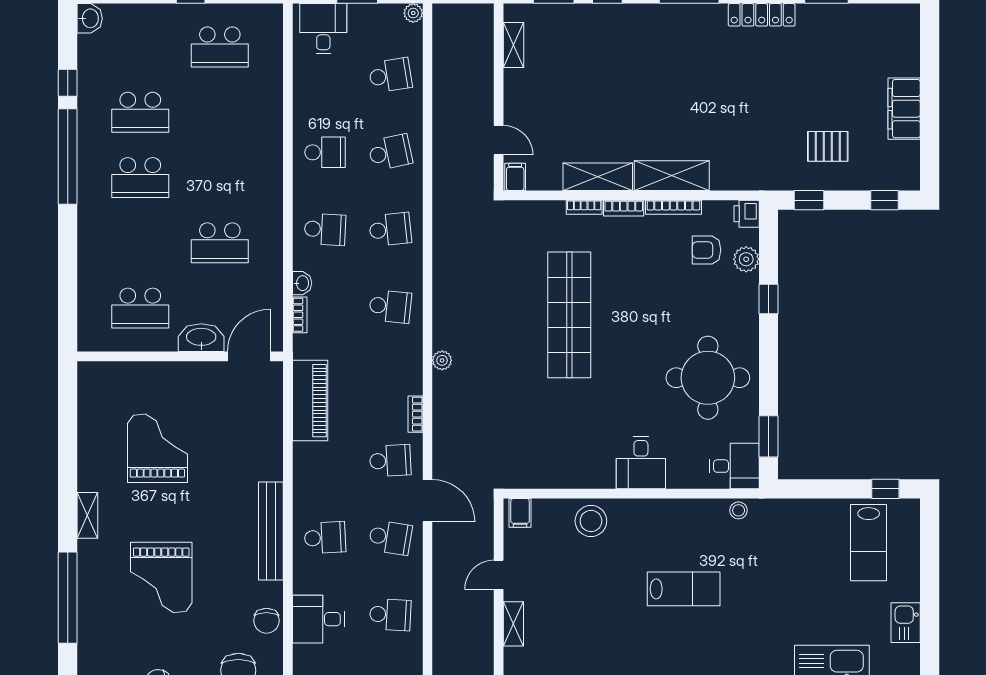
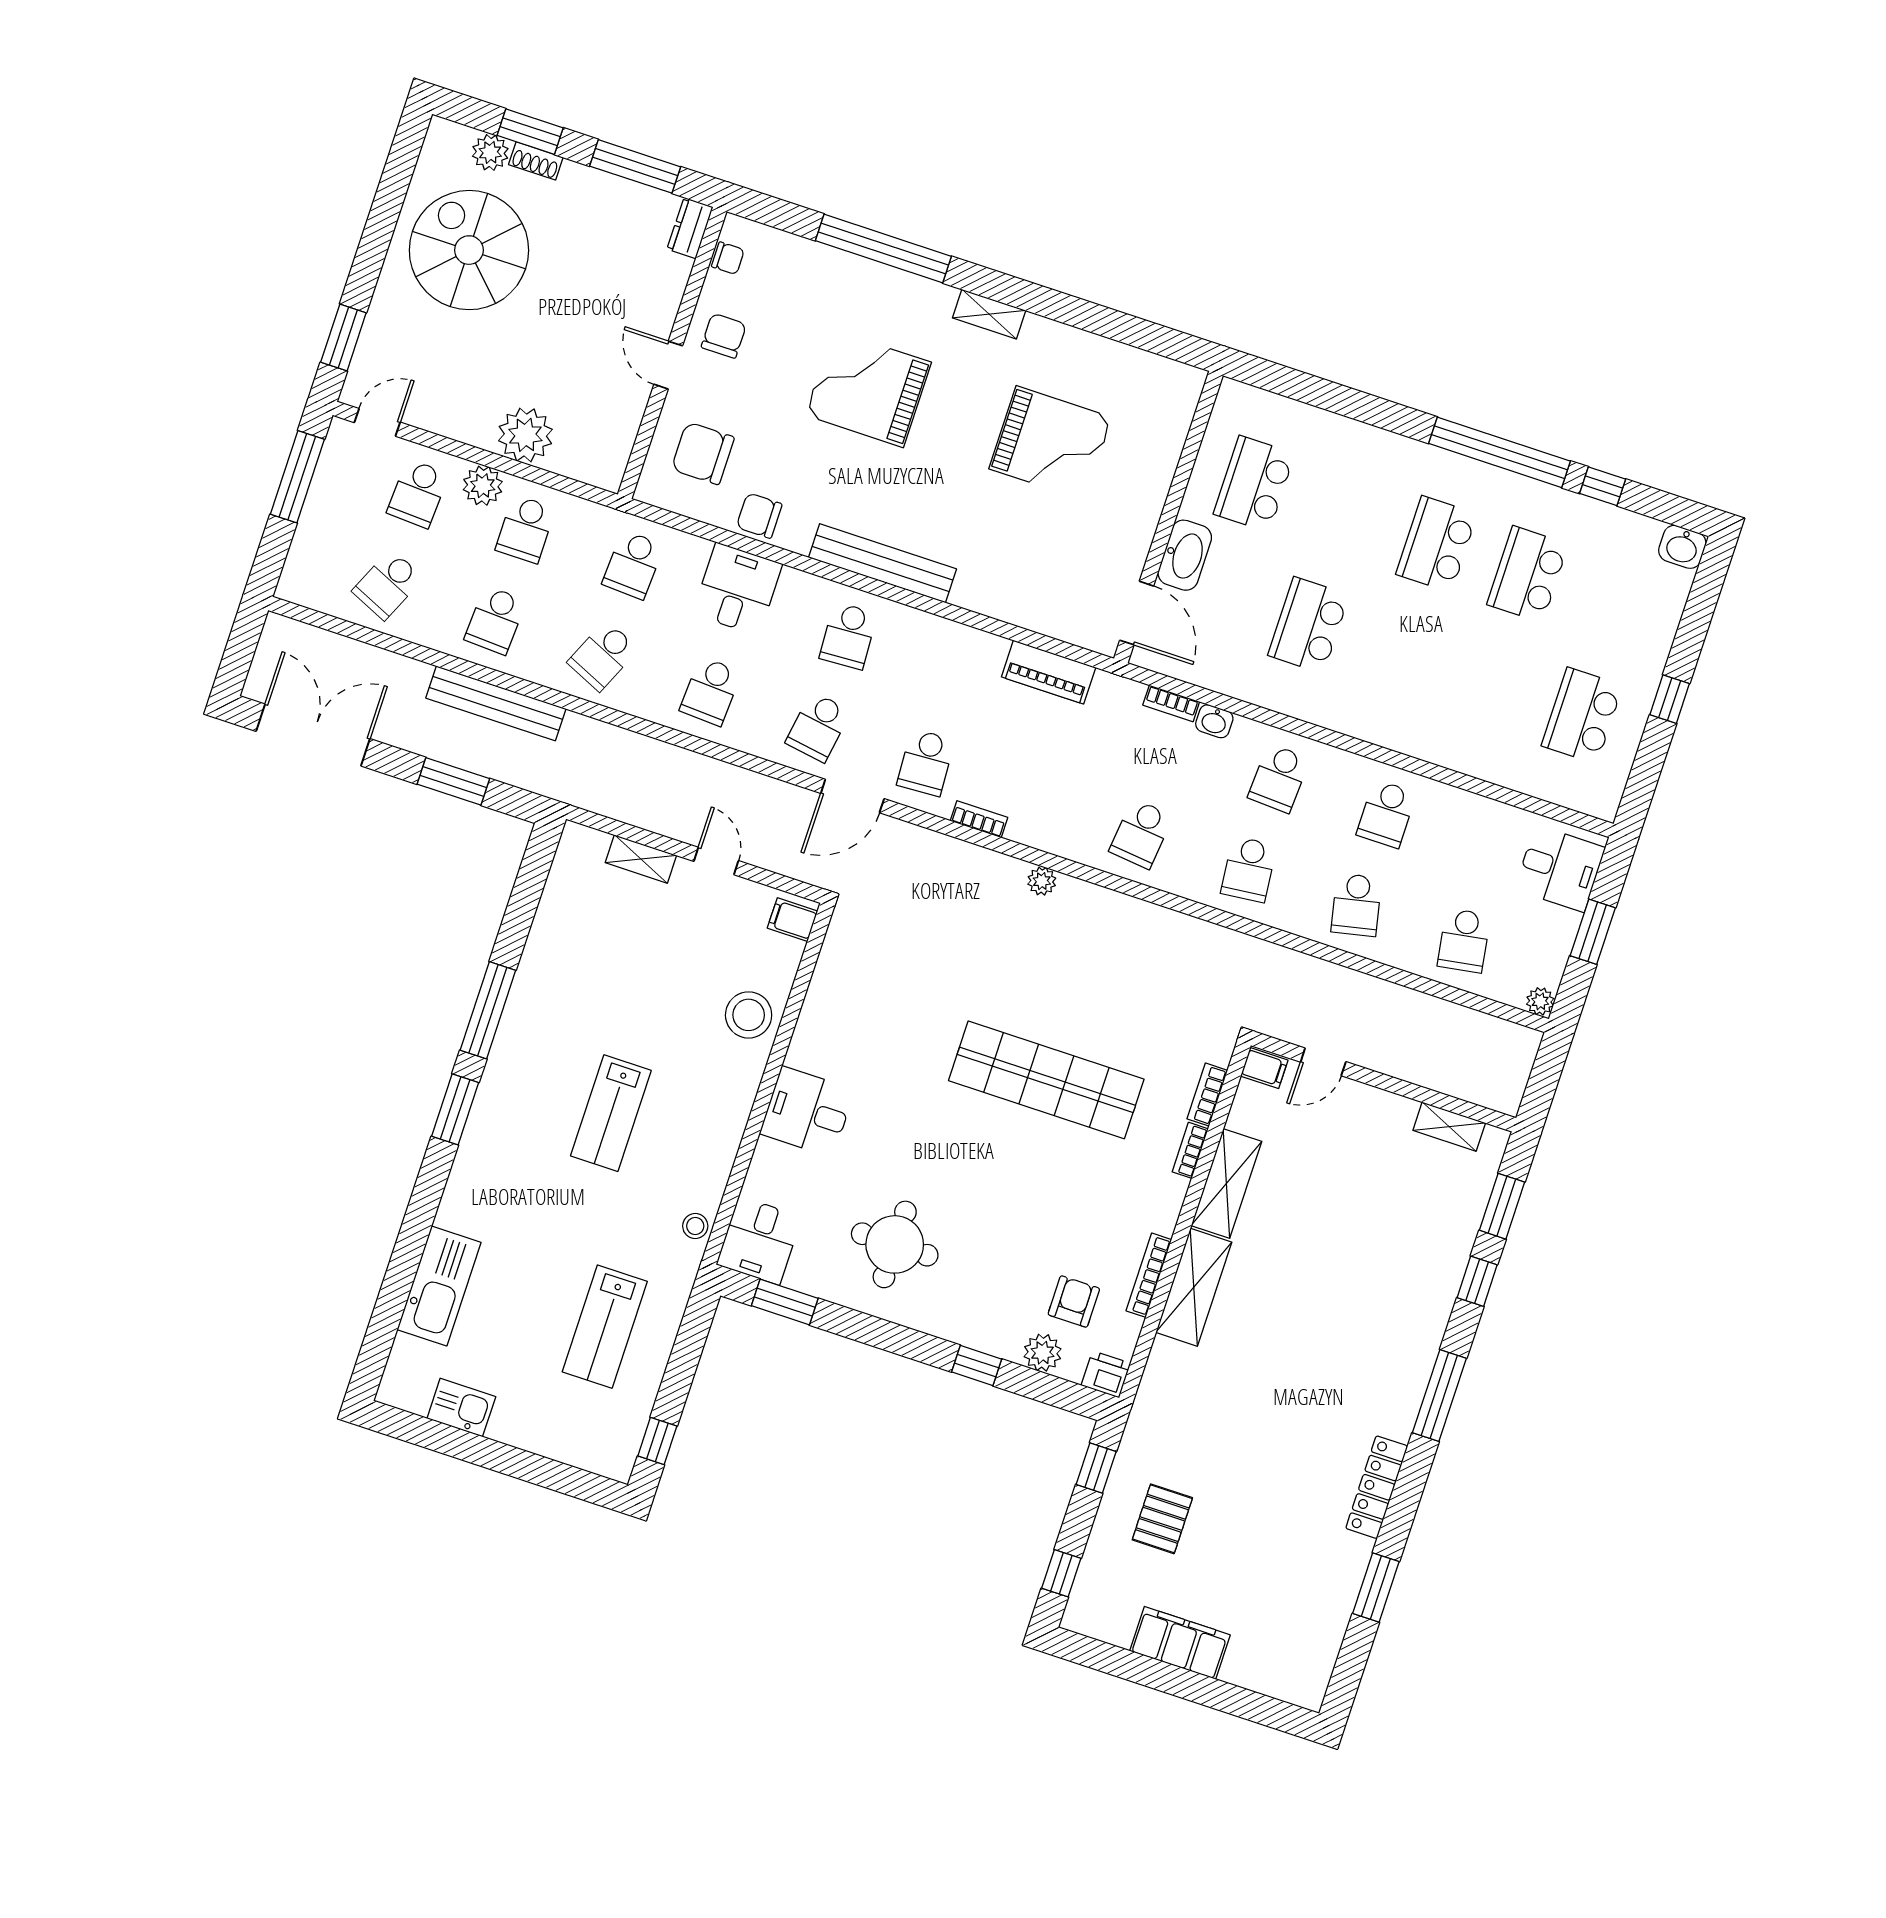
bookcase: (624, 208) -> (1207, 1095), moved
round table: (708, 378) -> (895, 1244), width x0.73, depth x0.73
piano: (310, 401) -> (1049, 672), width x0.73, depth x0.75
lab bench: (869, 543) -> (605, 1327), moved, turned -90

